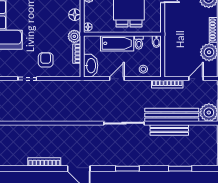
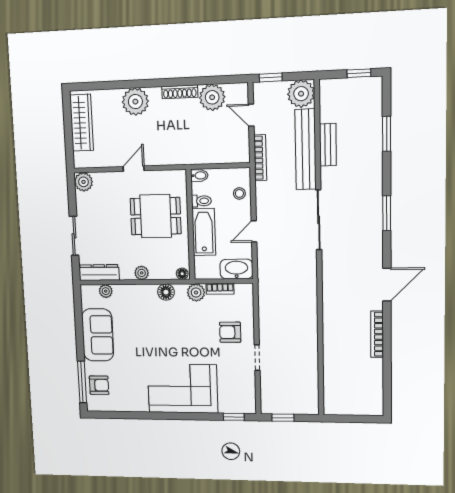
door: (117, 79) -> (254, 231), hinge flipped
bench: (169, 130) -> (328, 145), width x0.73

